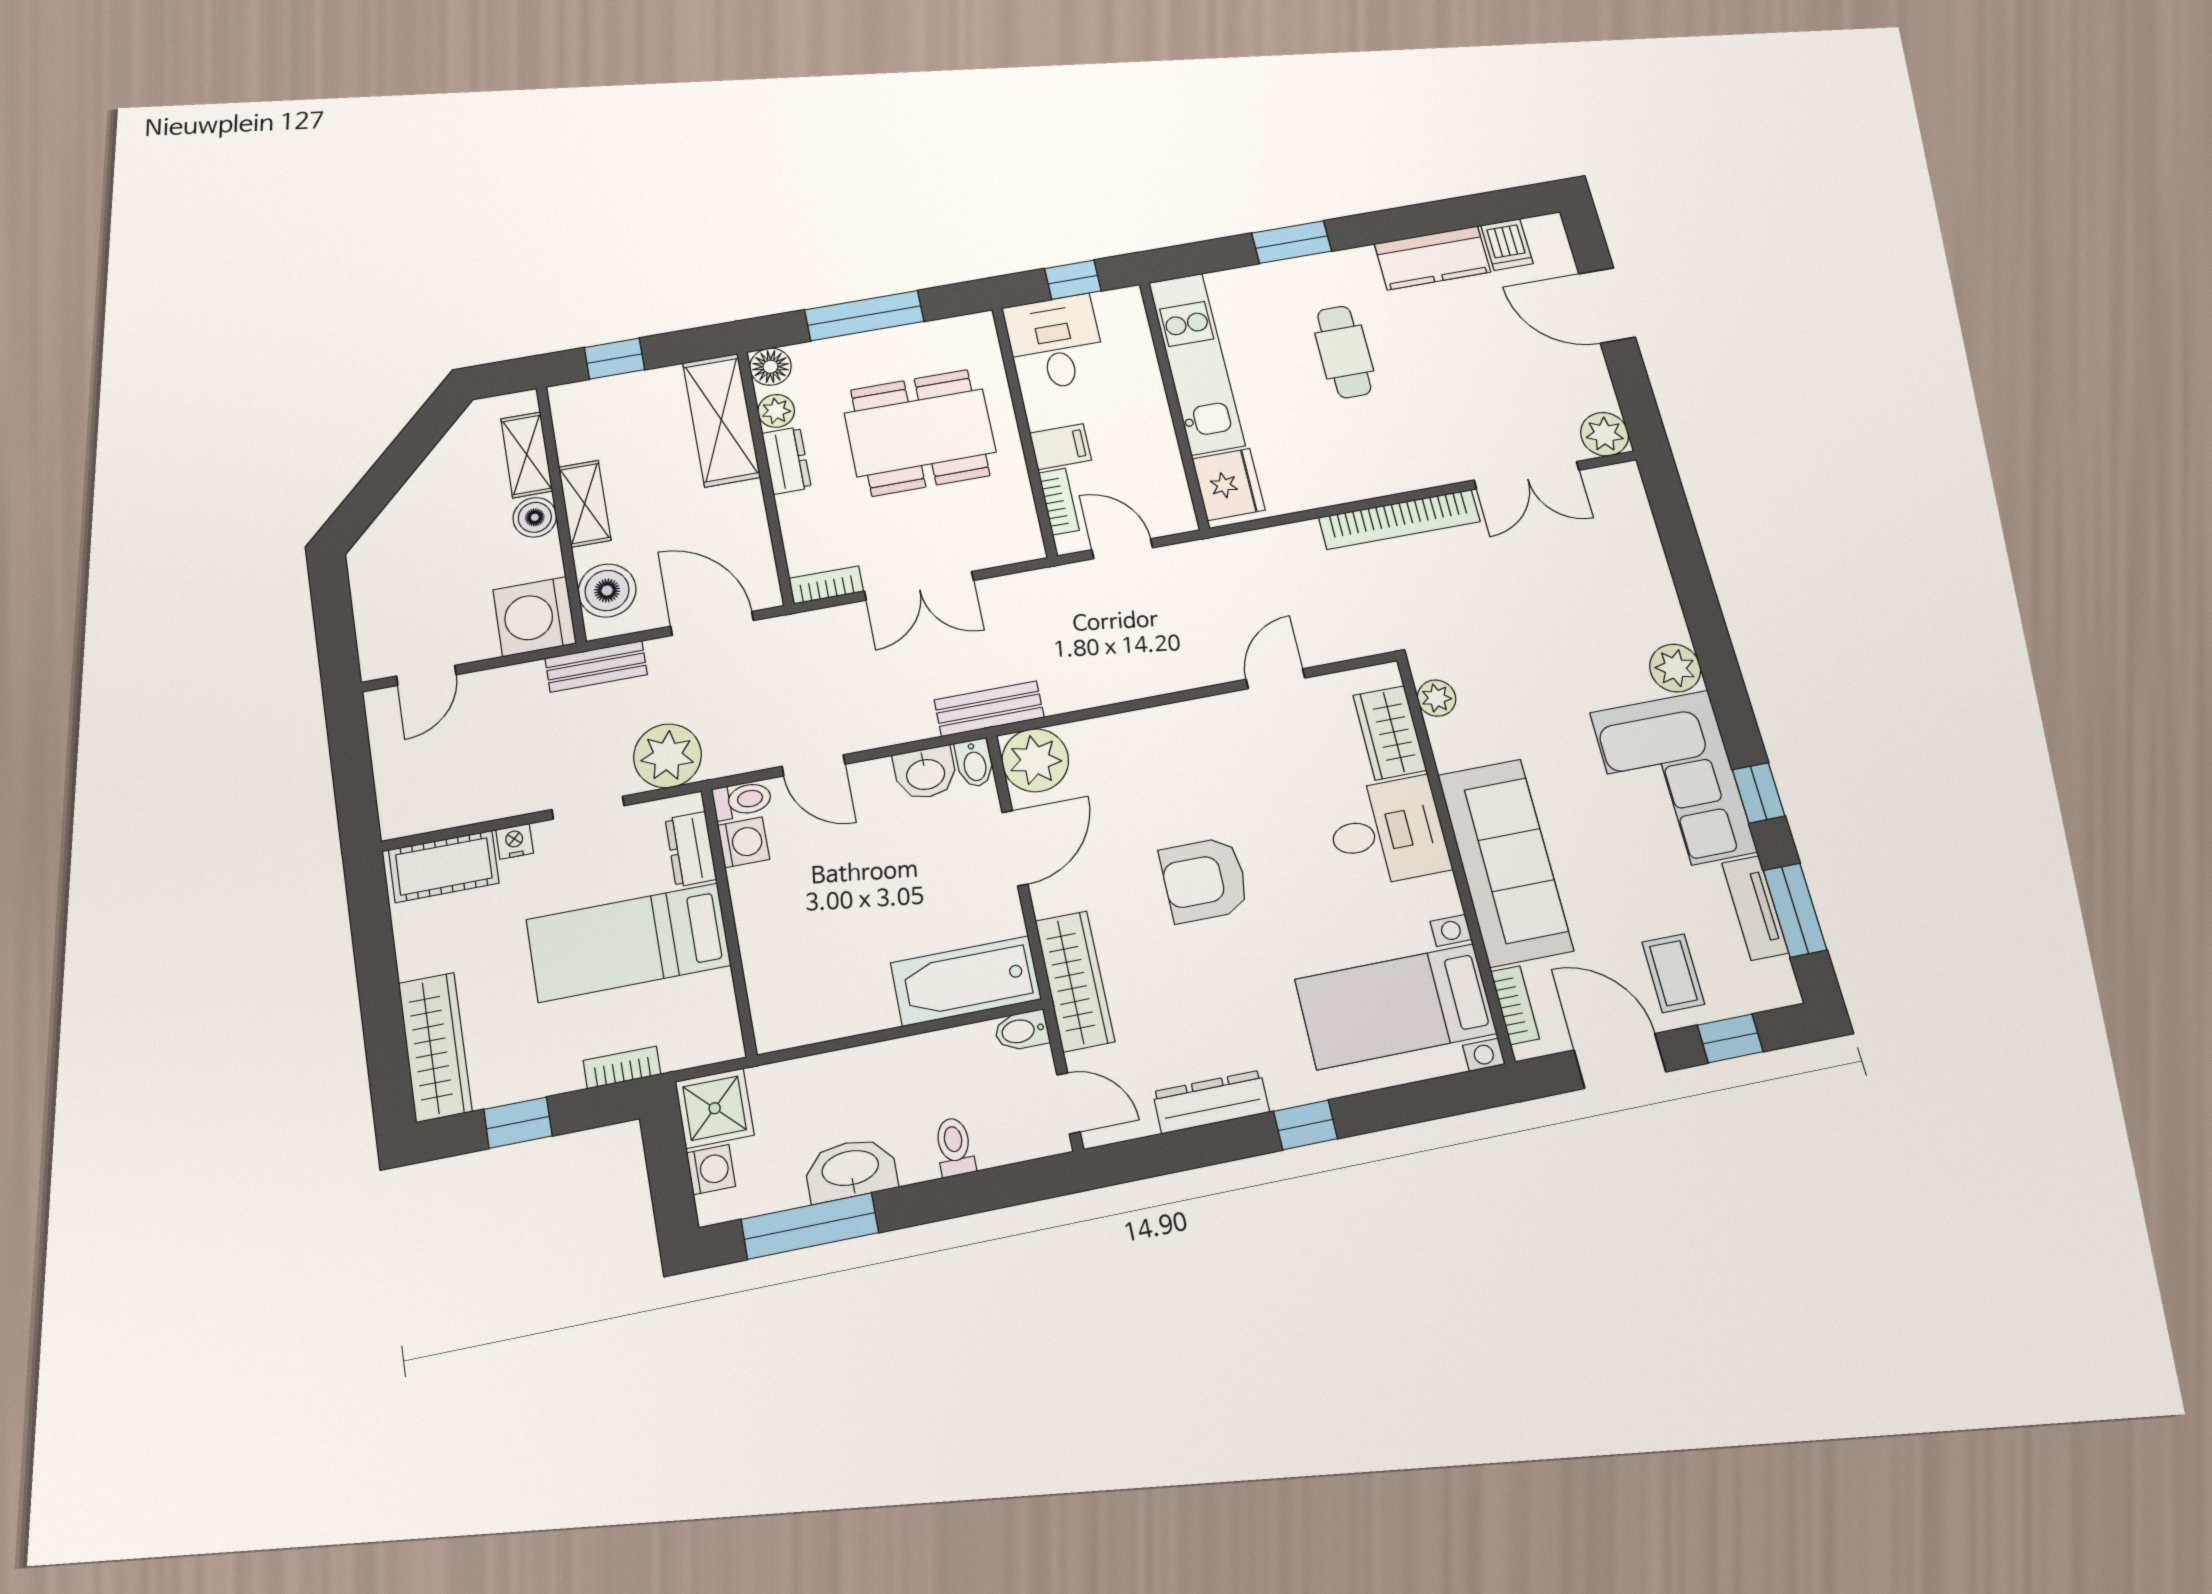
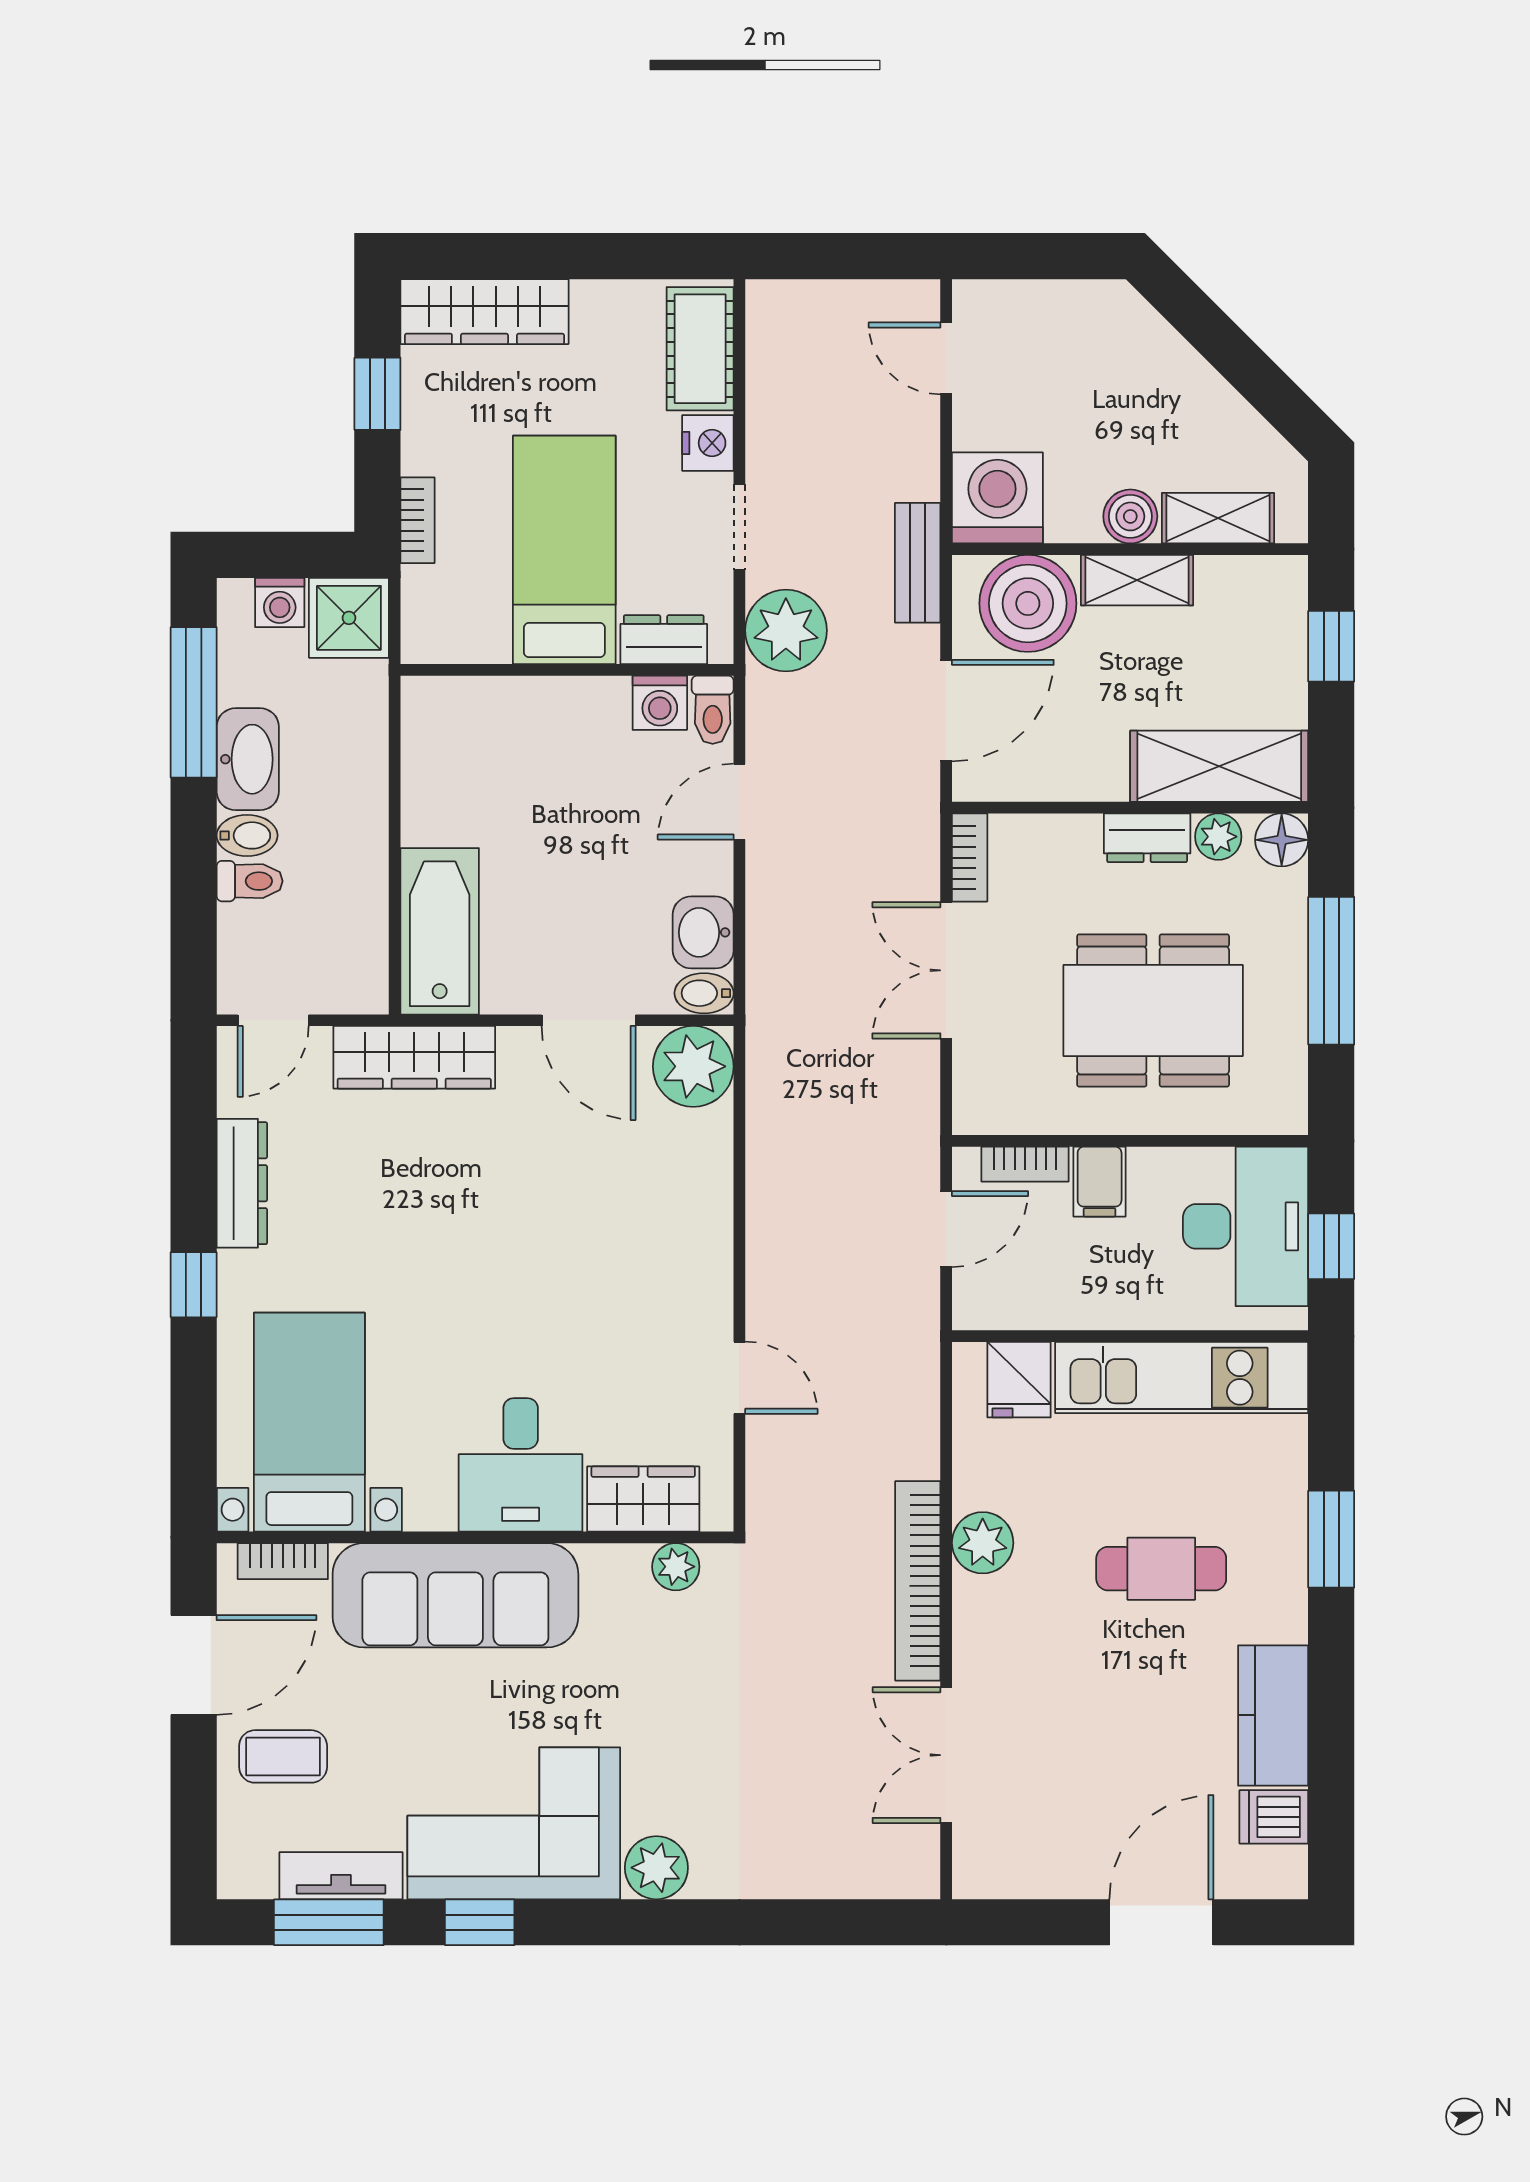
desk: (1055, 343) -> (1246, 1226), width x1.37
dining table: (920, 433) -> (1153, 1010), turned 90
plant: (1605, 434) -> (983, 1543), moved
fridge: (1228, 484) -> (1019, 1380), width x0.72
boiler: (607, 590) -> (1028, 603), width x1.37, depth x1.37
bench: (989, 709) -> (770, 1024), removed
nightstand: (515, 841) -> (708, 443), width x1.39, depth x1.35
armchair: (1204, 880) -> (505, 1235), removed
bidet: (1022, 1031) -> (247, 835), moved, turned 90
window: (1730, 1038) -> (194, 1800), removed

